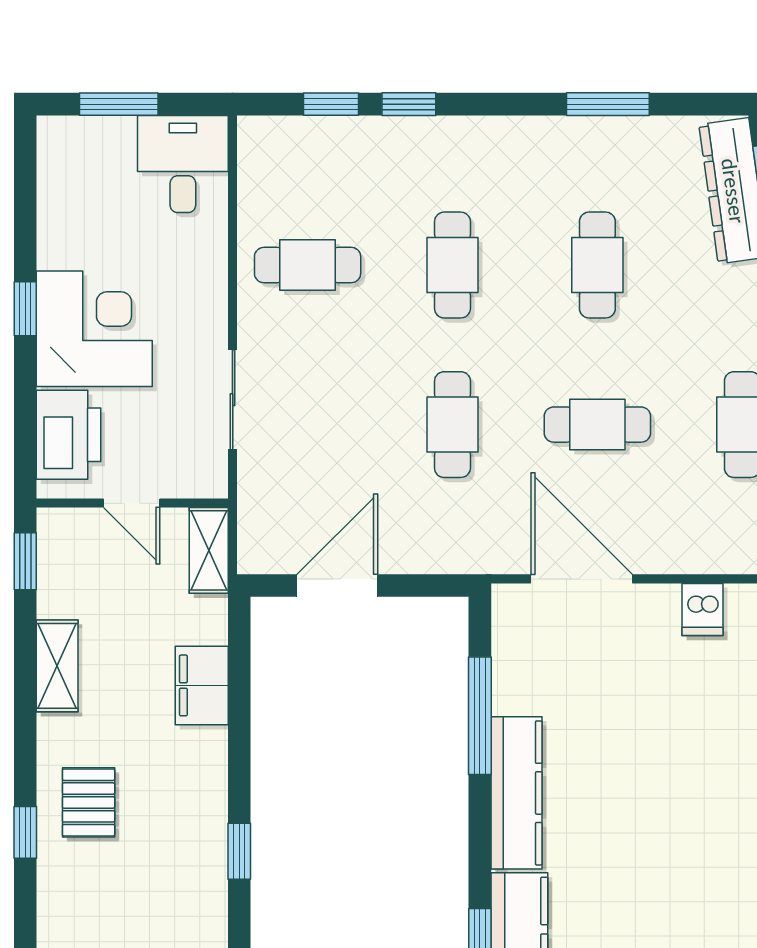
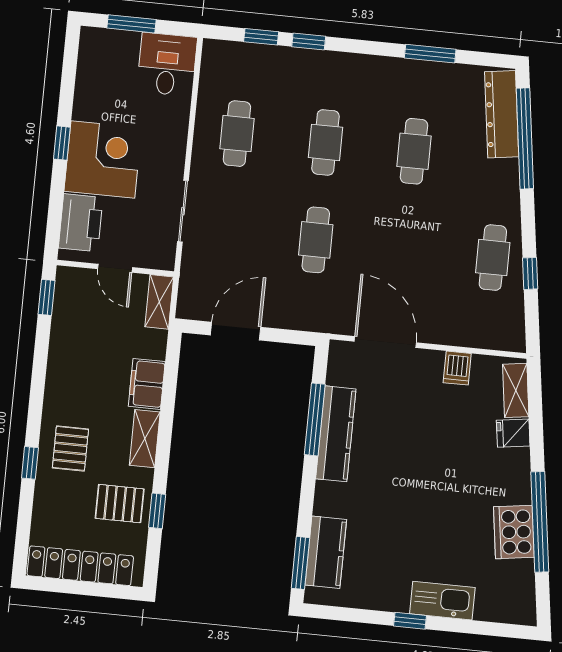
cafe table: (308, 265) -> (237, 134), turned 90
cafe table: (597, 425) -> (404, 249), removed
shelving: (57, 666) -> (145, 439), moved
kitchen counter: (516, 793) -> (336, 434), moved
window: (239, 851) -> (157, 511), moved
pallet: (177, 884) -> (120, 504), added

